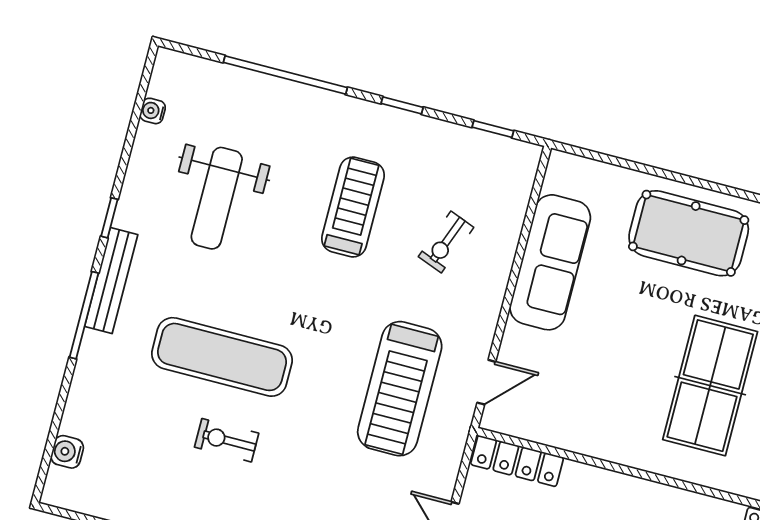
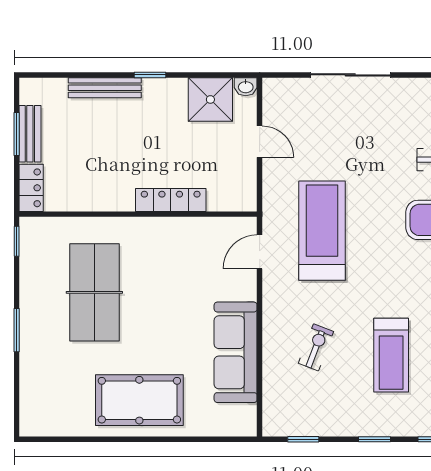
locker: (517, 461) -> (171, 200), moved

